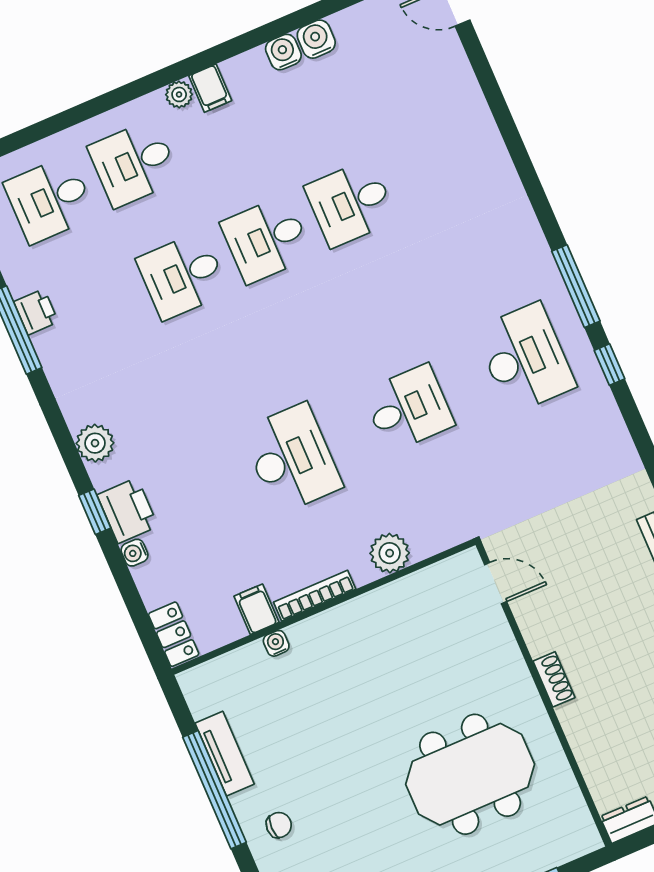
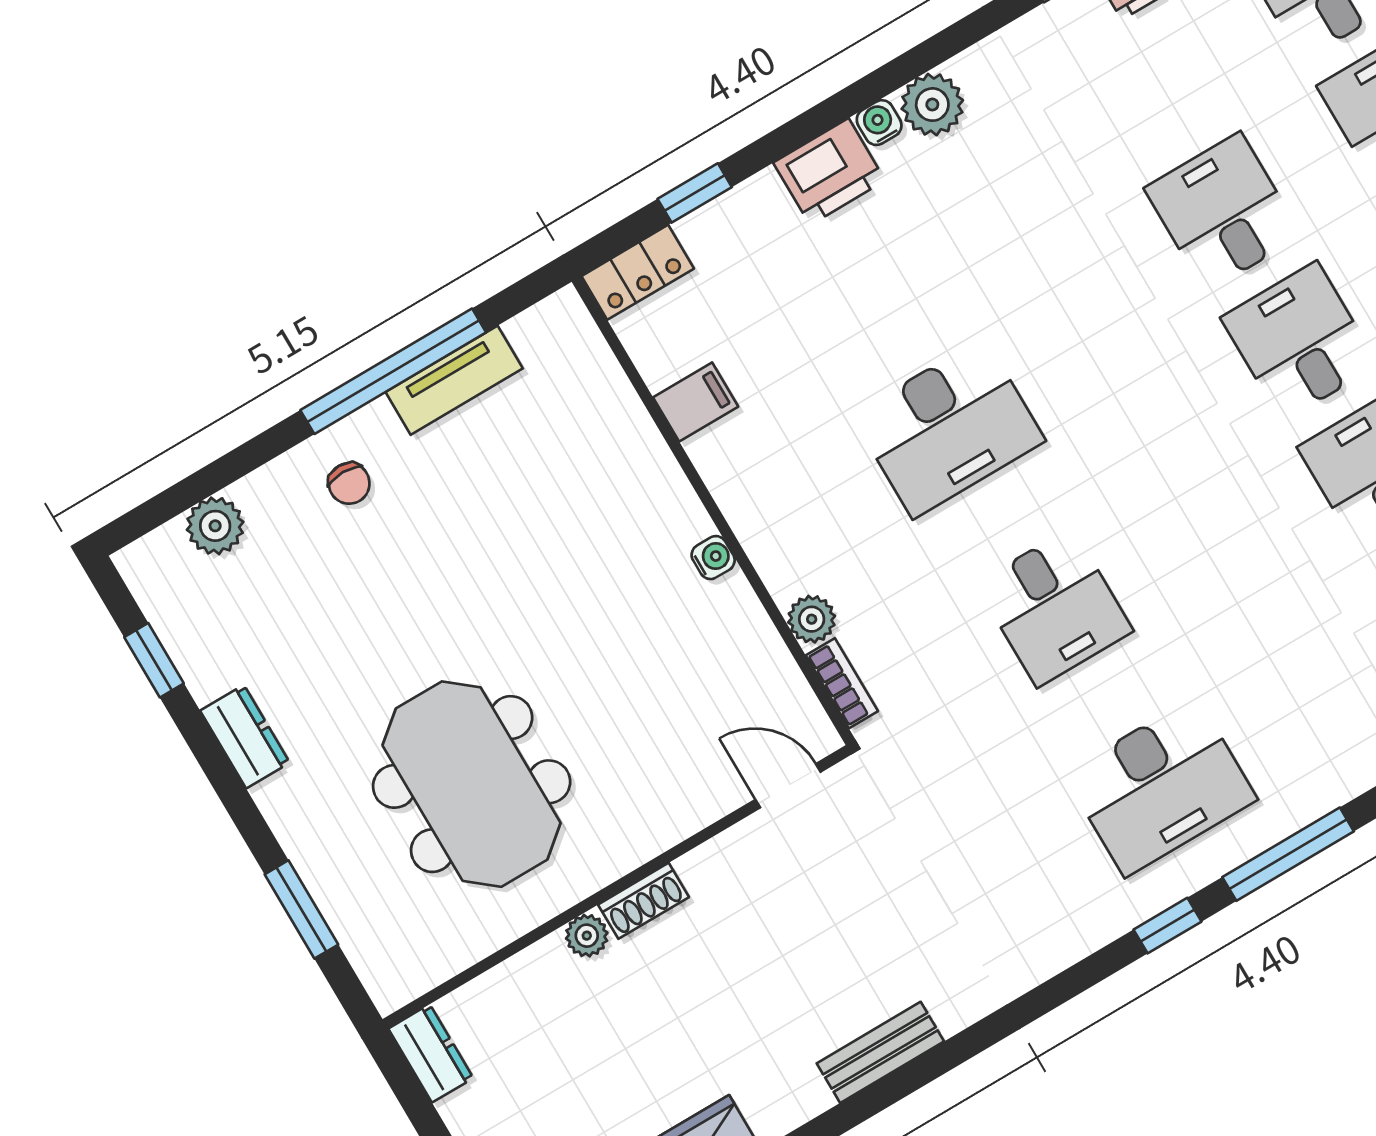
window: (95, 512) -> (695, 193), moved
water cooler: (134, 553) -> (879, 123), moved
plant: (390, 553) -> (812, 619), width x0.73, depth x0.73
door: (496, 583) -> (788, 786), swing flipped
bookcase: (315, 596) -> (842, 683), moved, width x0.64
water cooler: (276, 643) -> (713, 558), moved
plant: (571, 716) -> (587, 936), added

